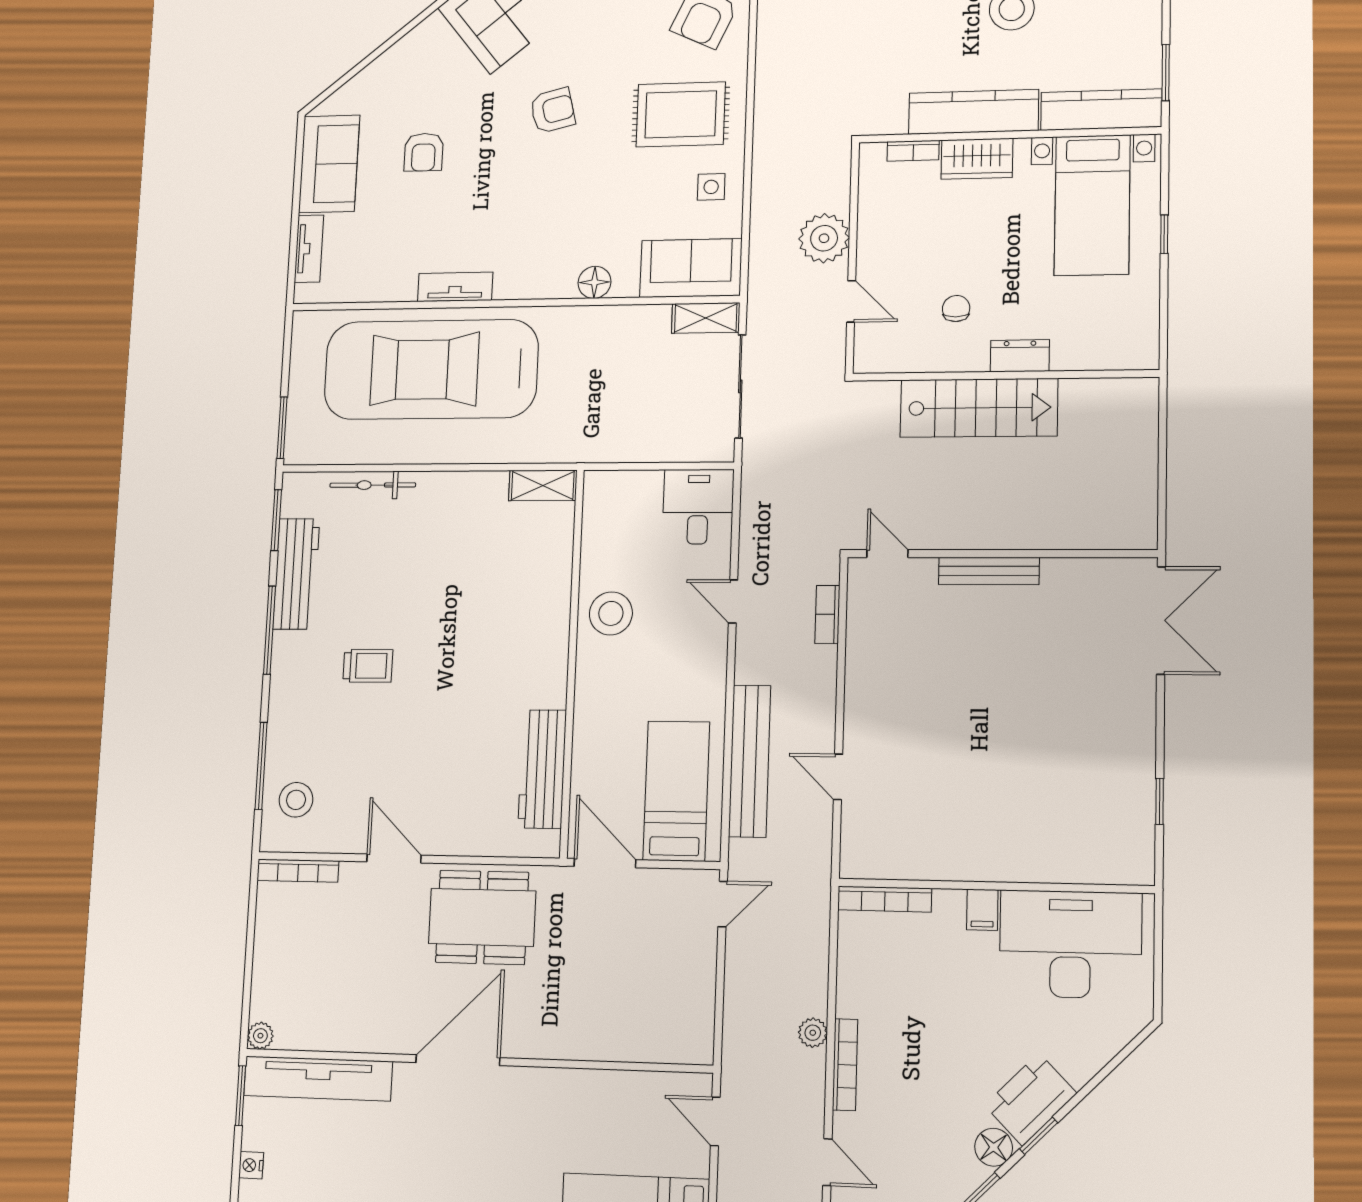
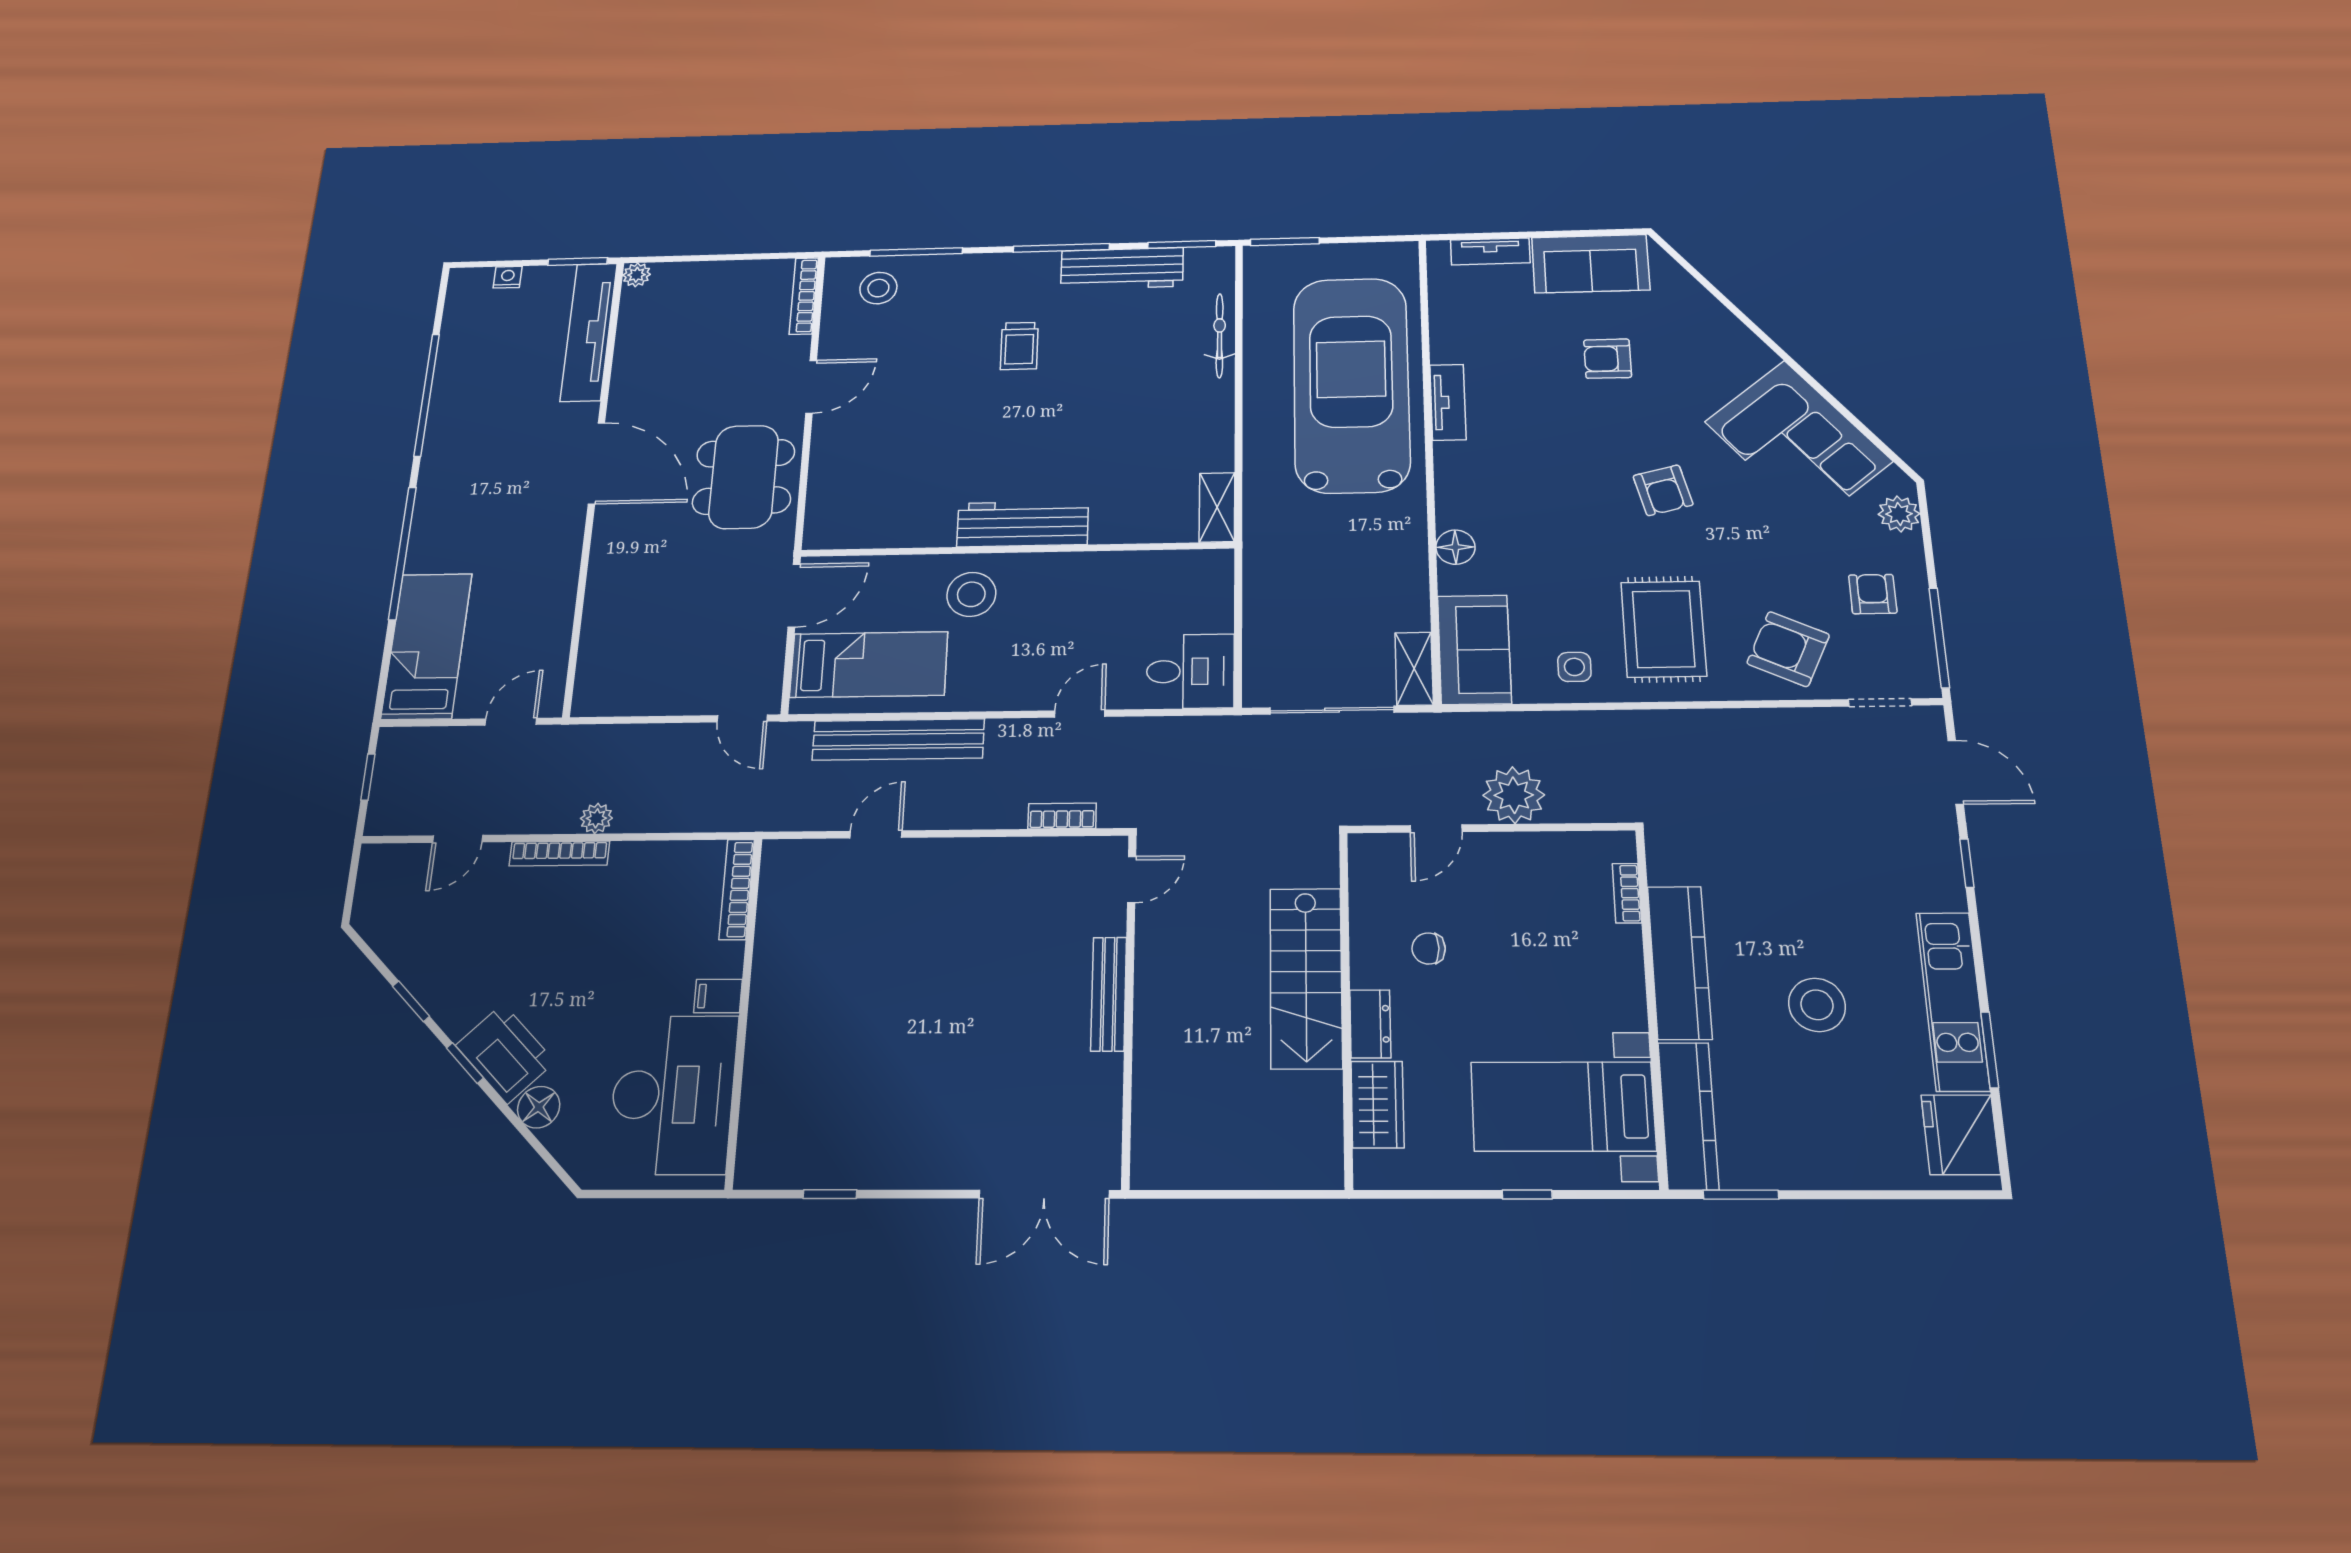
wardrobe: (977, 159) -> (1377, 1104), moved, turned 180
chair: (956, 309) -> (1429, 948), turned 180
stool: (611, 613) -> (971, 594), moved
workbench: (542, 769) -> (1023, 524), moved
floor lamp: (994, 1147) -> (539, 1107), moved

